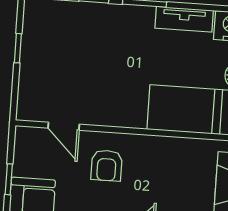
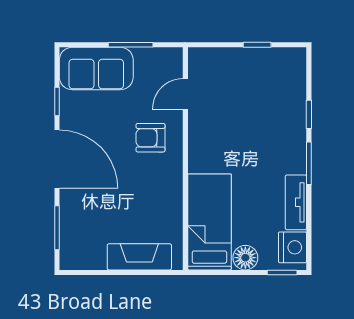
window: (9, 179) -> (131, 45), width x1.50

